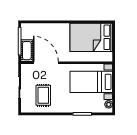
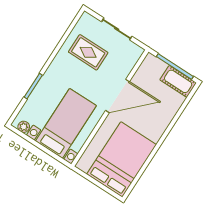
cot: (27, 51) -> (178, 81), moved
door: (46, 63) -> (118, 96), moved

